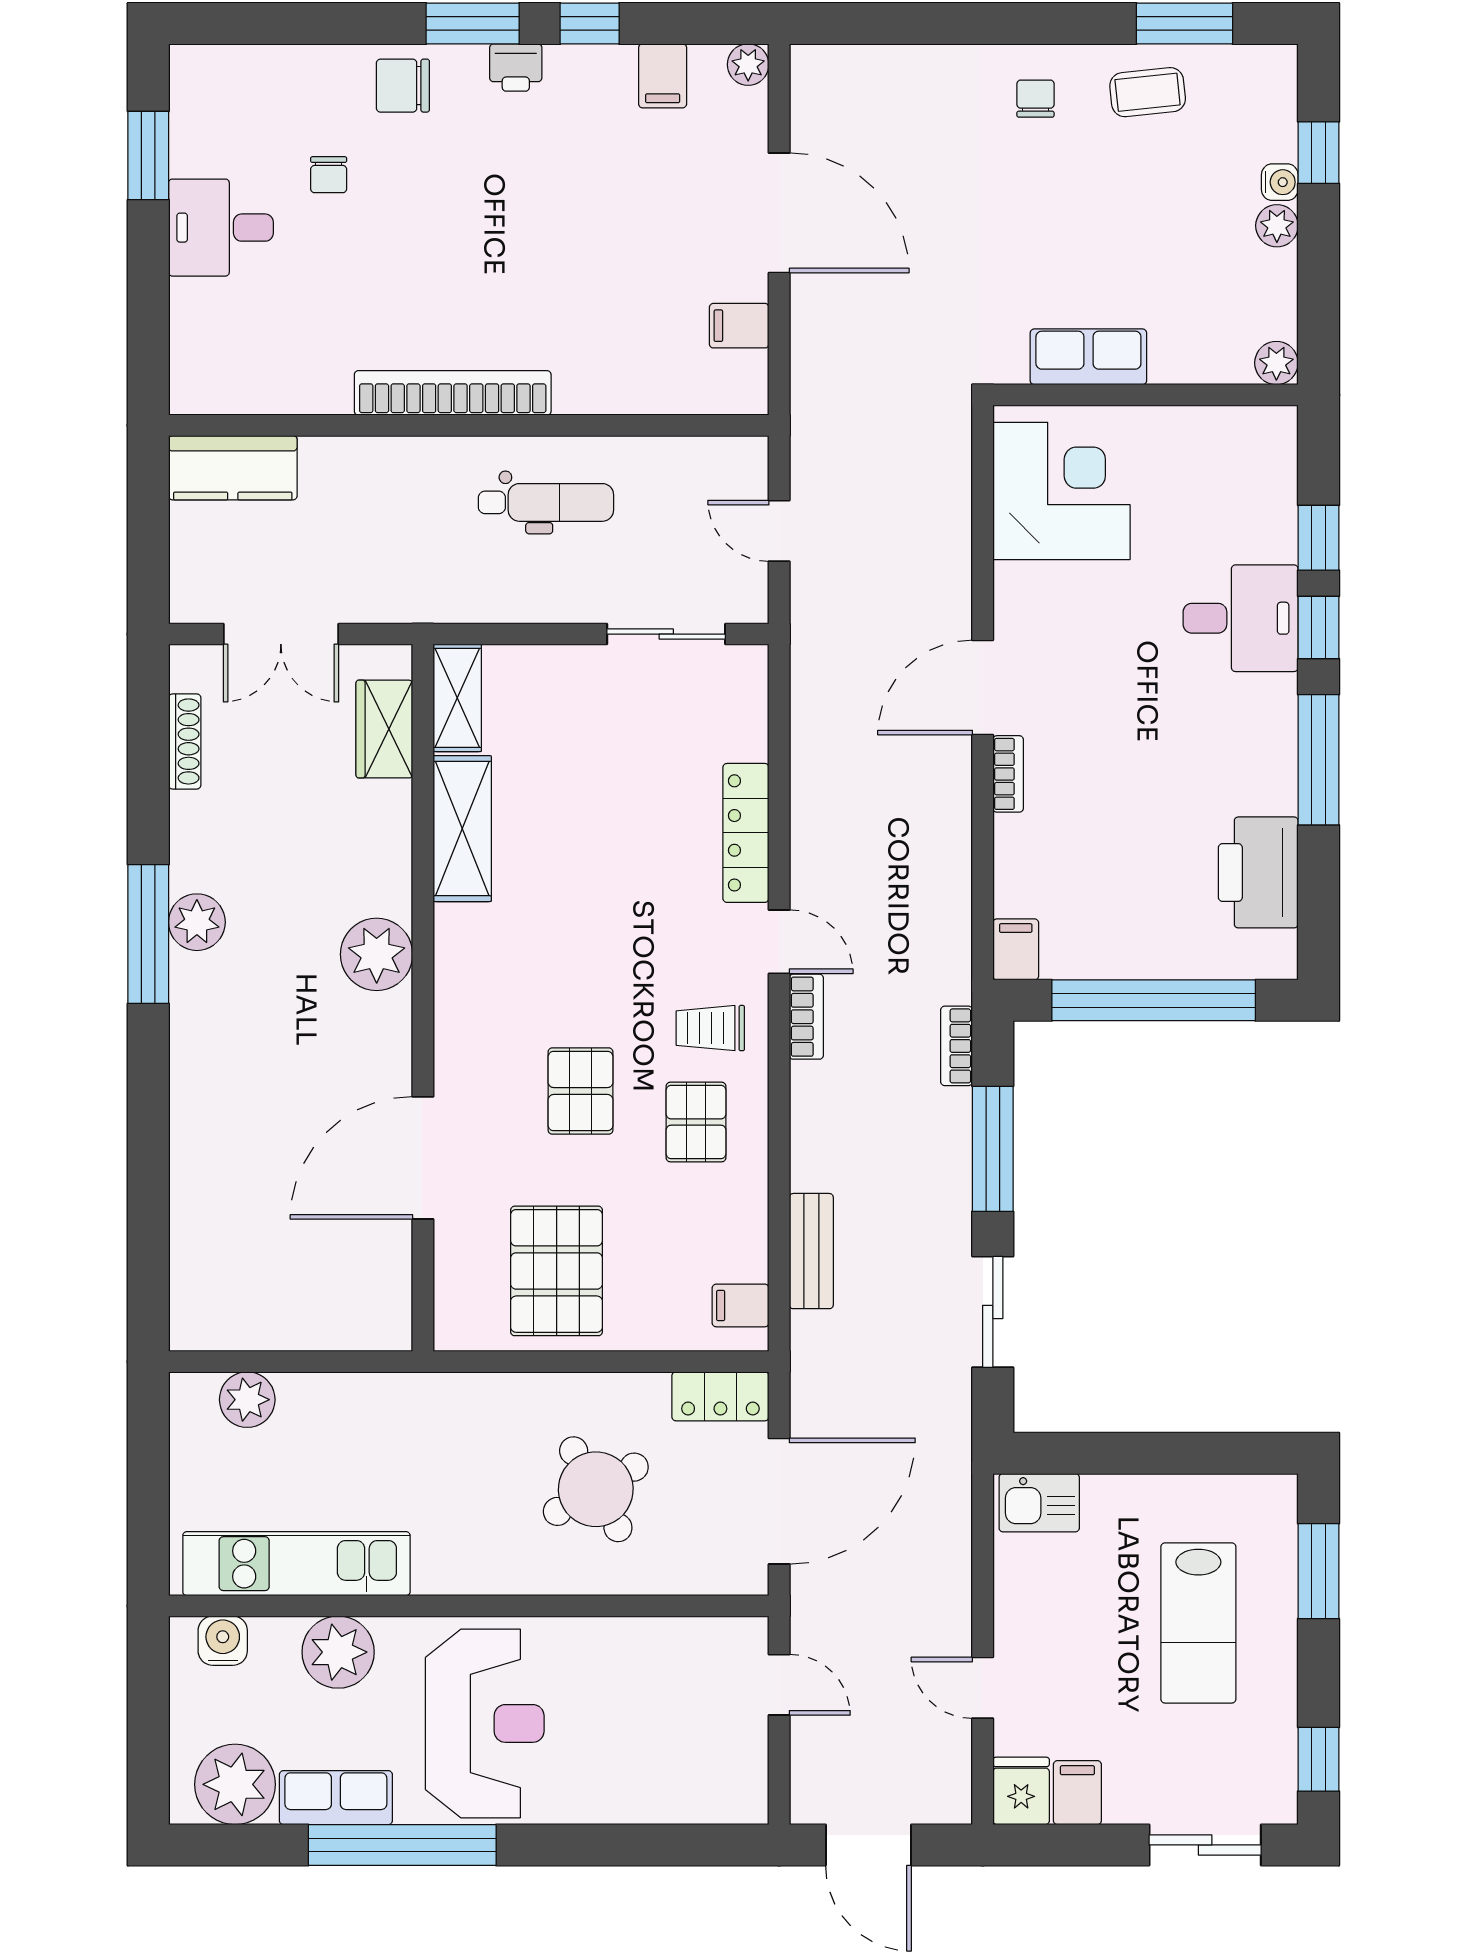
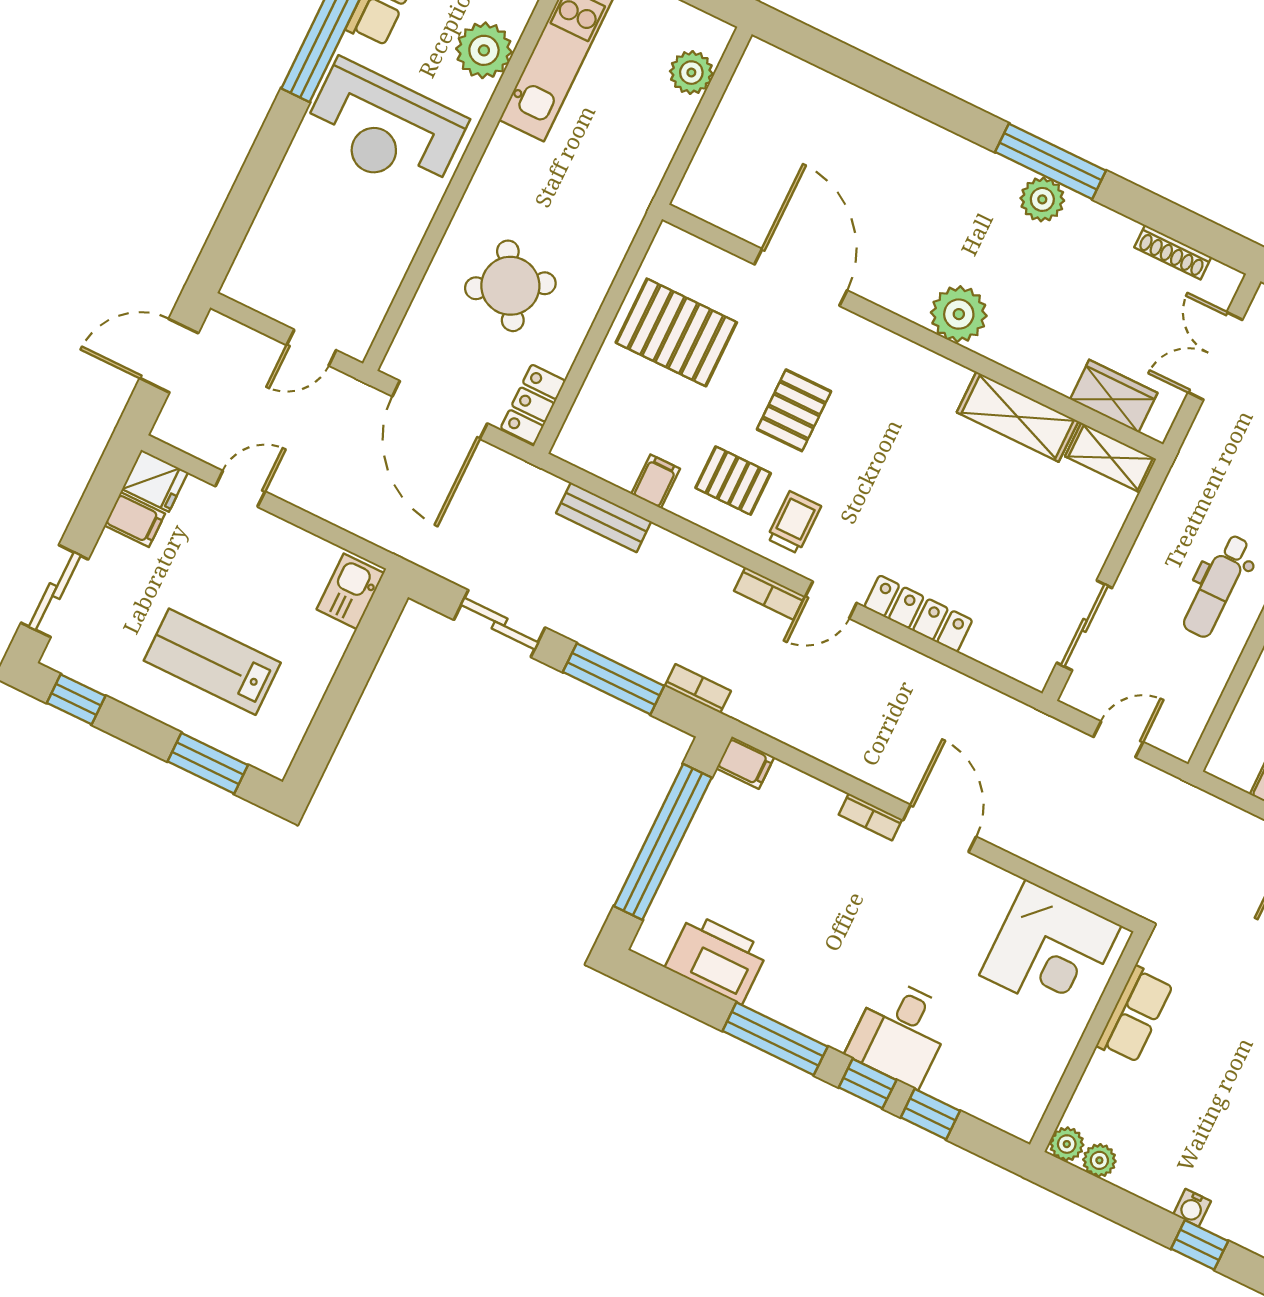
plant: (1277, 226) -> (1099, 1160), moved
pallet: (581, 1091) -> (794, 410), turned 90
filing cabinet: (741, 1305) -> (656, 481), moved

